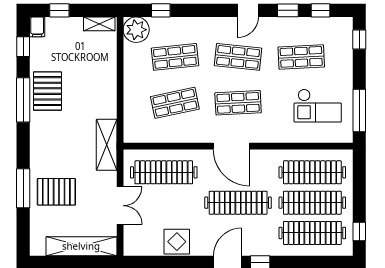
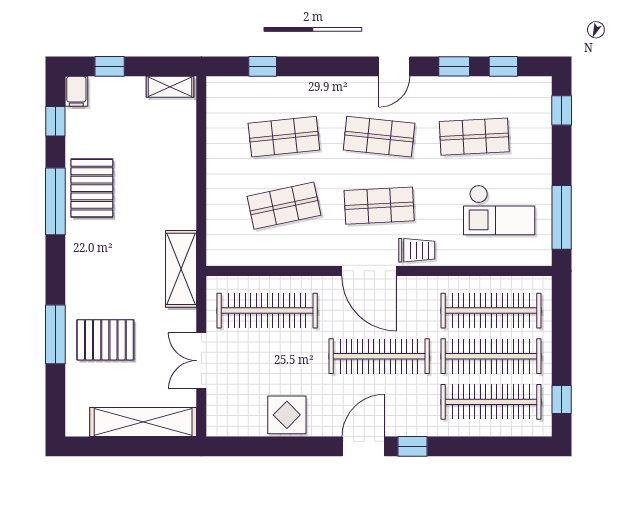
plant: (136, 30) -> (226, 96), removed
trolley: (263, 132) -> (417, 250), added
double door: (120, 206) -> (201, 361), swing flipped

